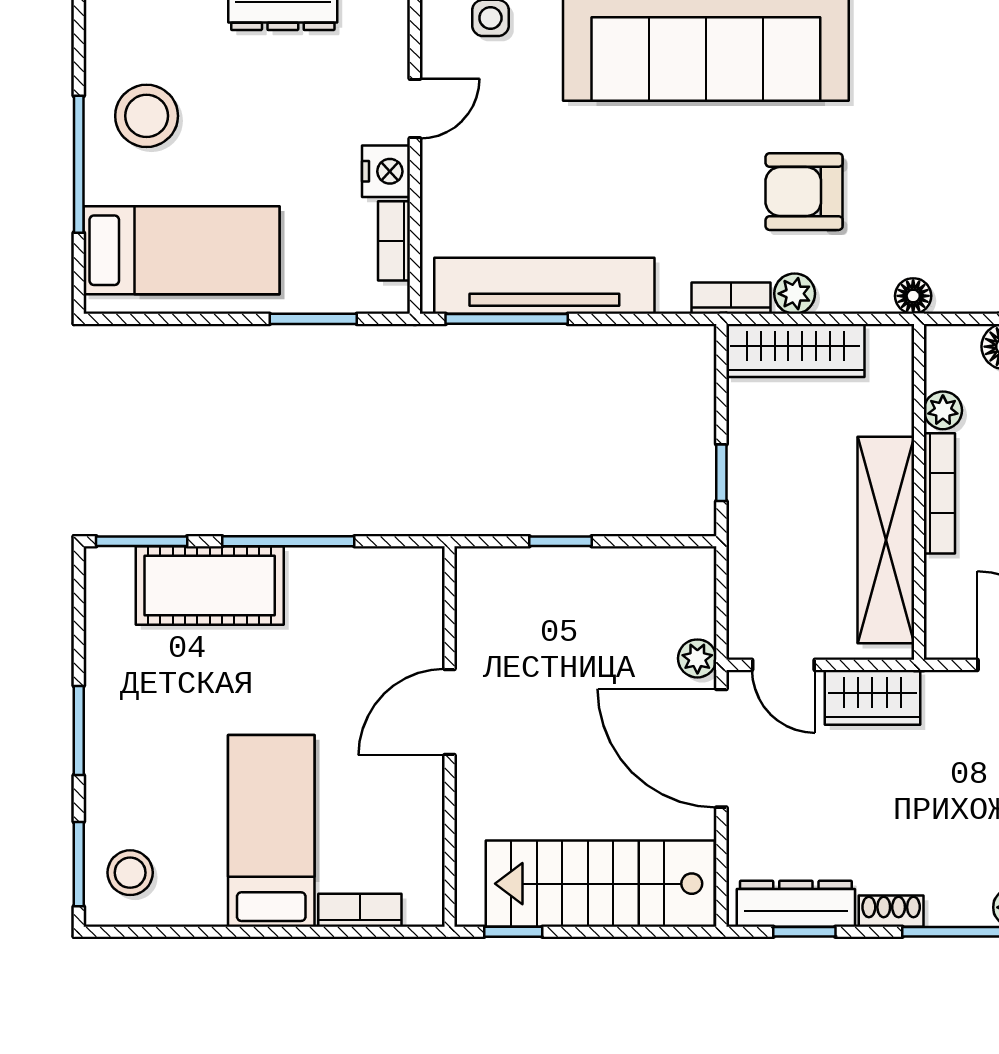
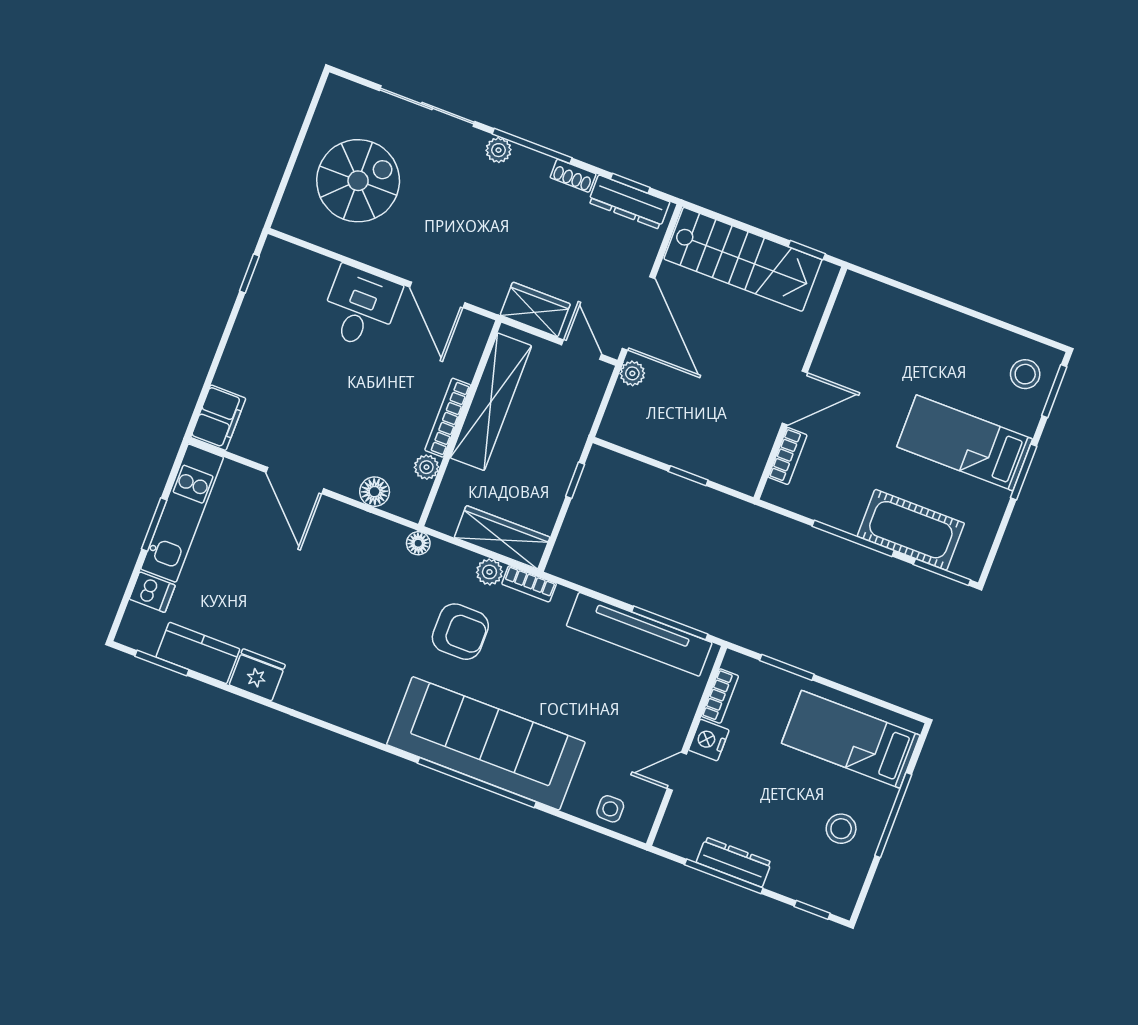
stool: (147, 116) -> (841, 829), width x0.73, depth x0.73
bed: (271, 831) -> (965, 443), moved, turned 90
bookcase: (360, 910) -> (788, 456), moved, turned -90

